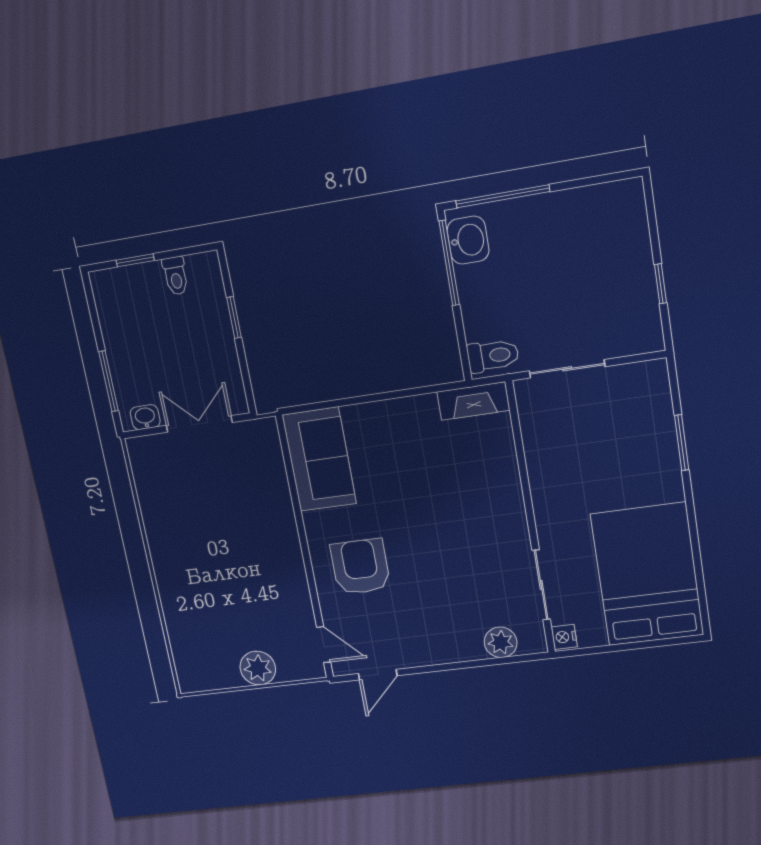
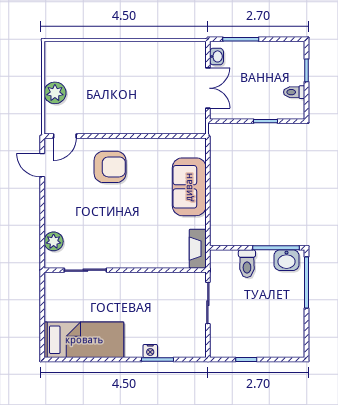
toilet: (493, 356) -> (247, 264), moved
sofa: (319, 459) -> (189, 187), moved, turned 90
bed: (647, 575) -> (84, 340), width x0.67
nightstand: (564, 637) -> (150, 351), moved, turned 180

